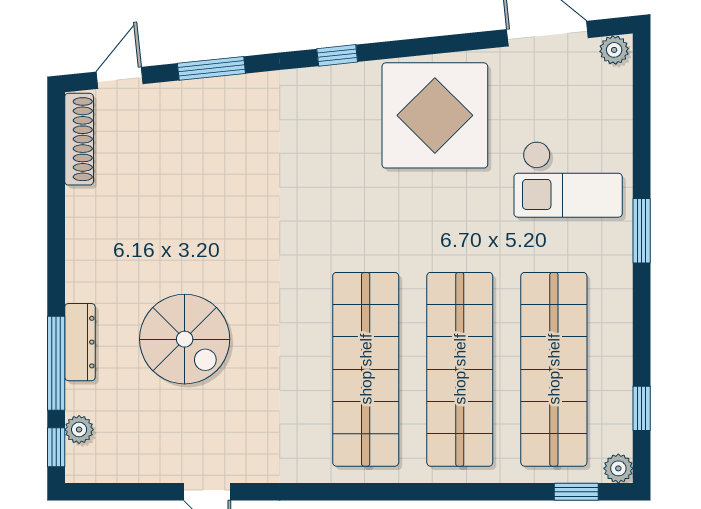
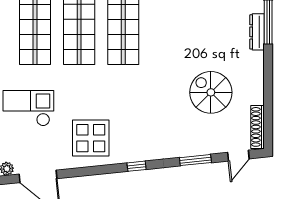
display table: (435, 115) -> (91, 138), width x0.73, depth x0.73
spiral stairs: (185, 339) -> (211, 92), moved

